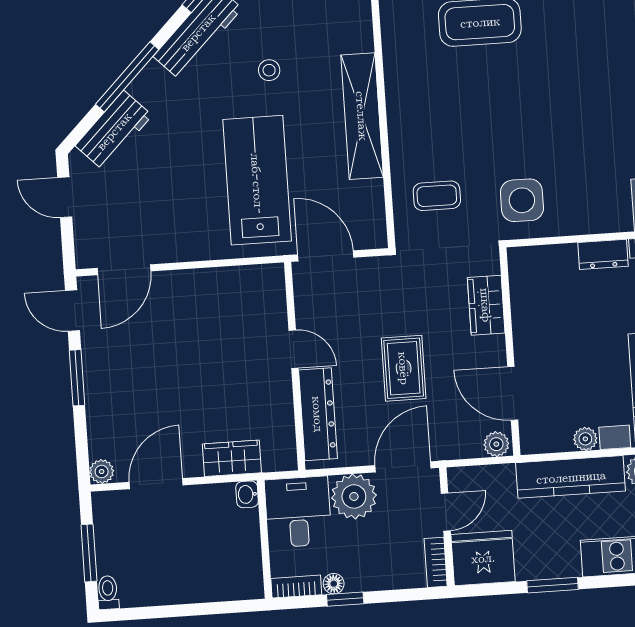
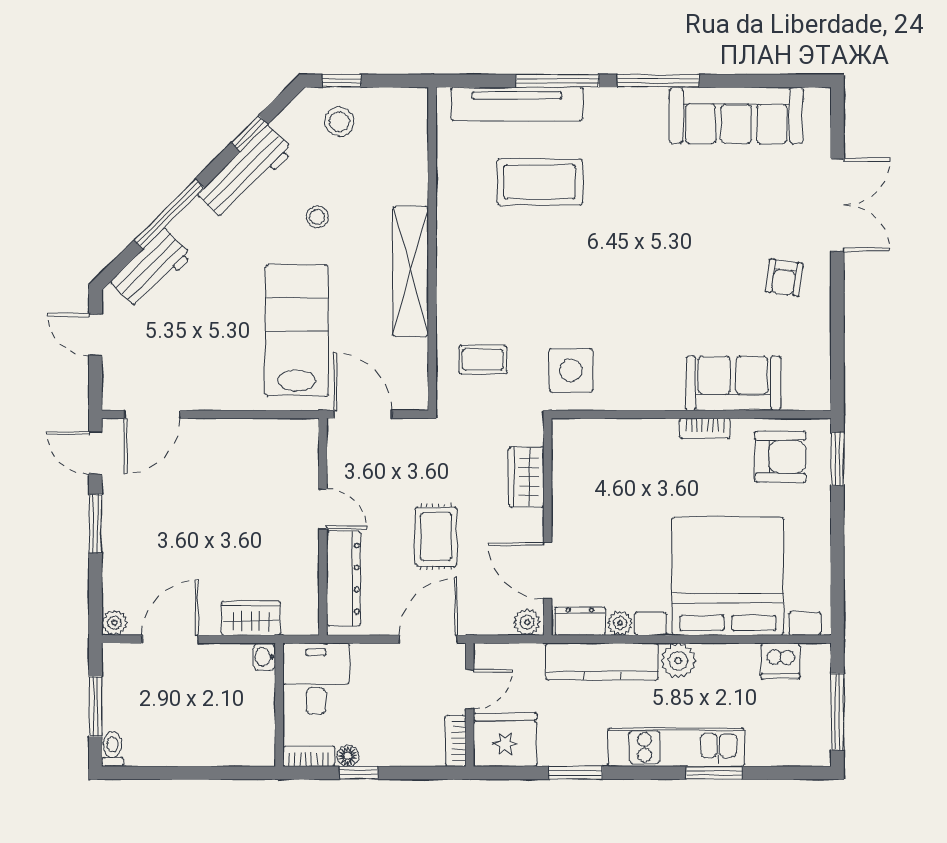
dresser: (603, 254) -> (580, 621), moved, turned 180
plant: (354, 496) -> (375, 667), removed

